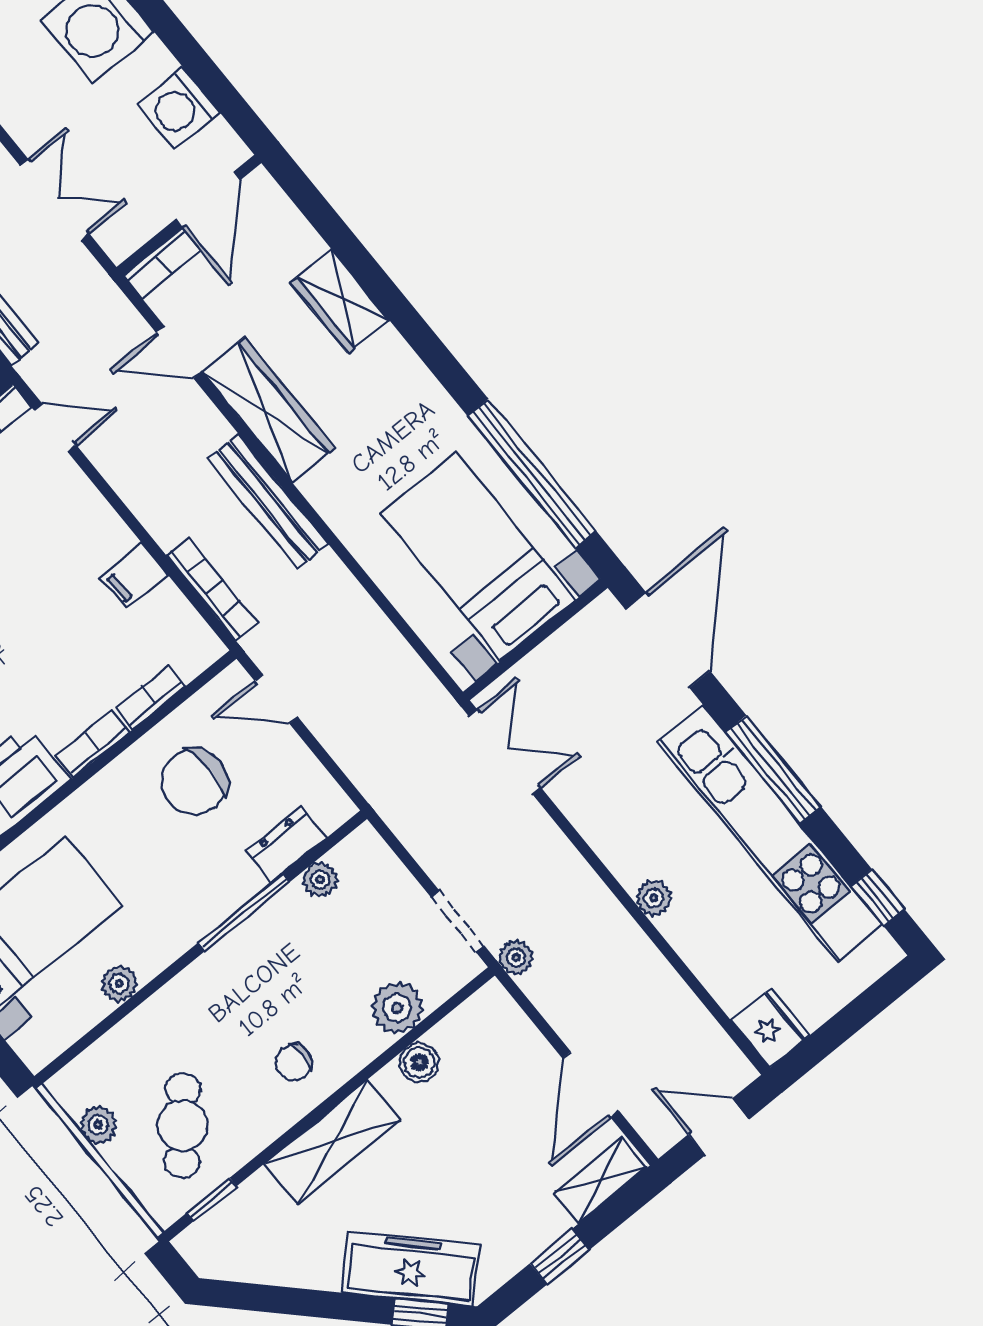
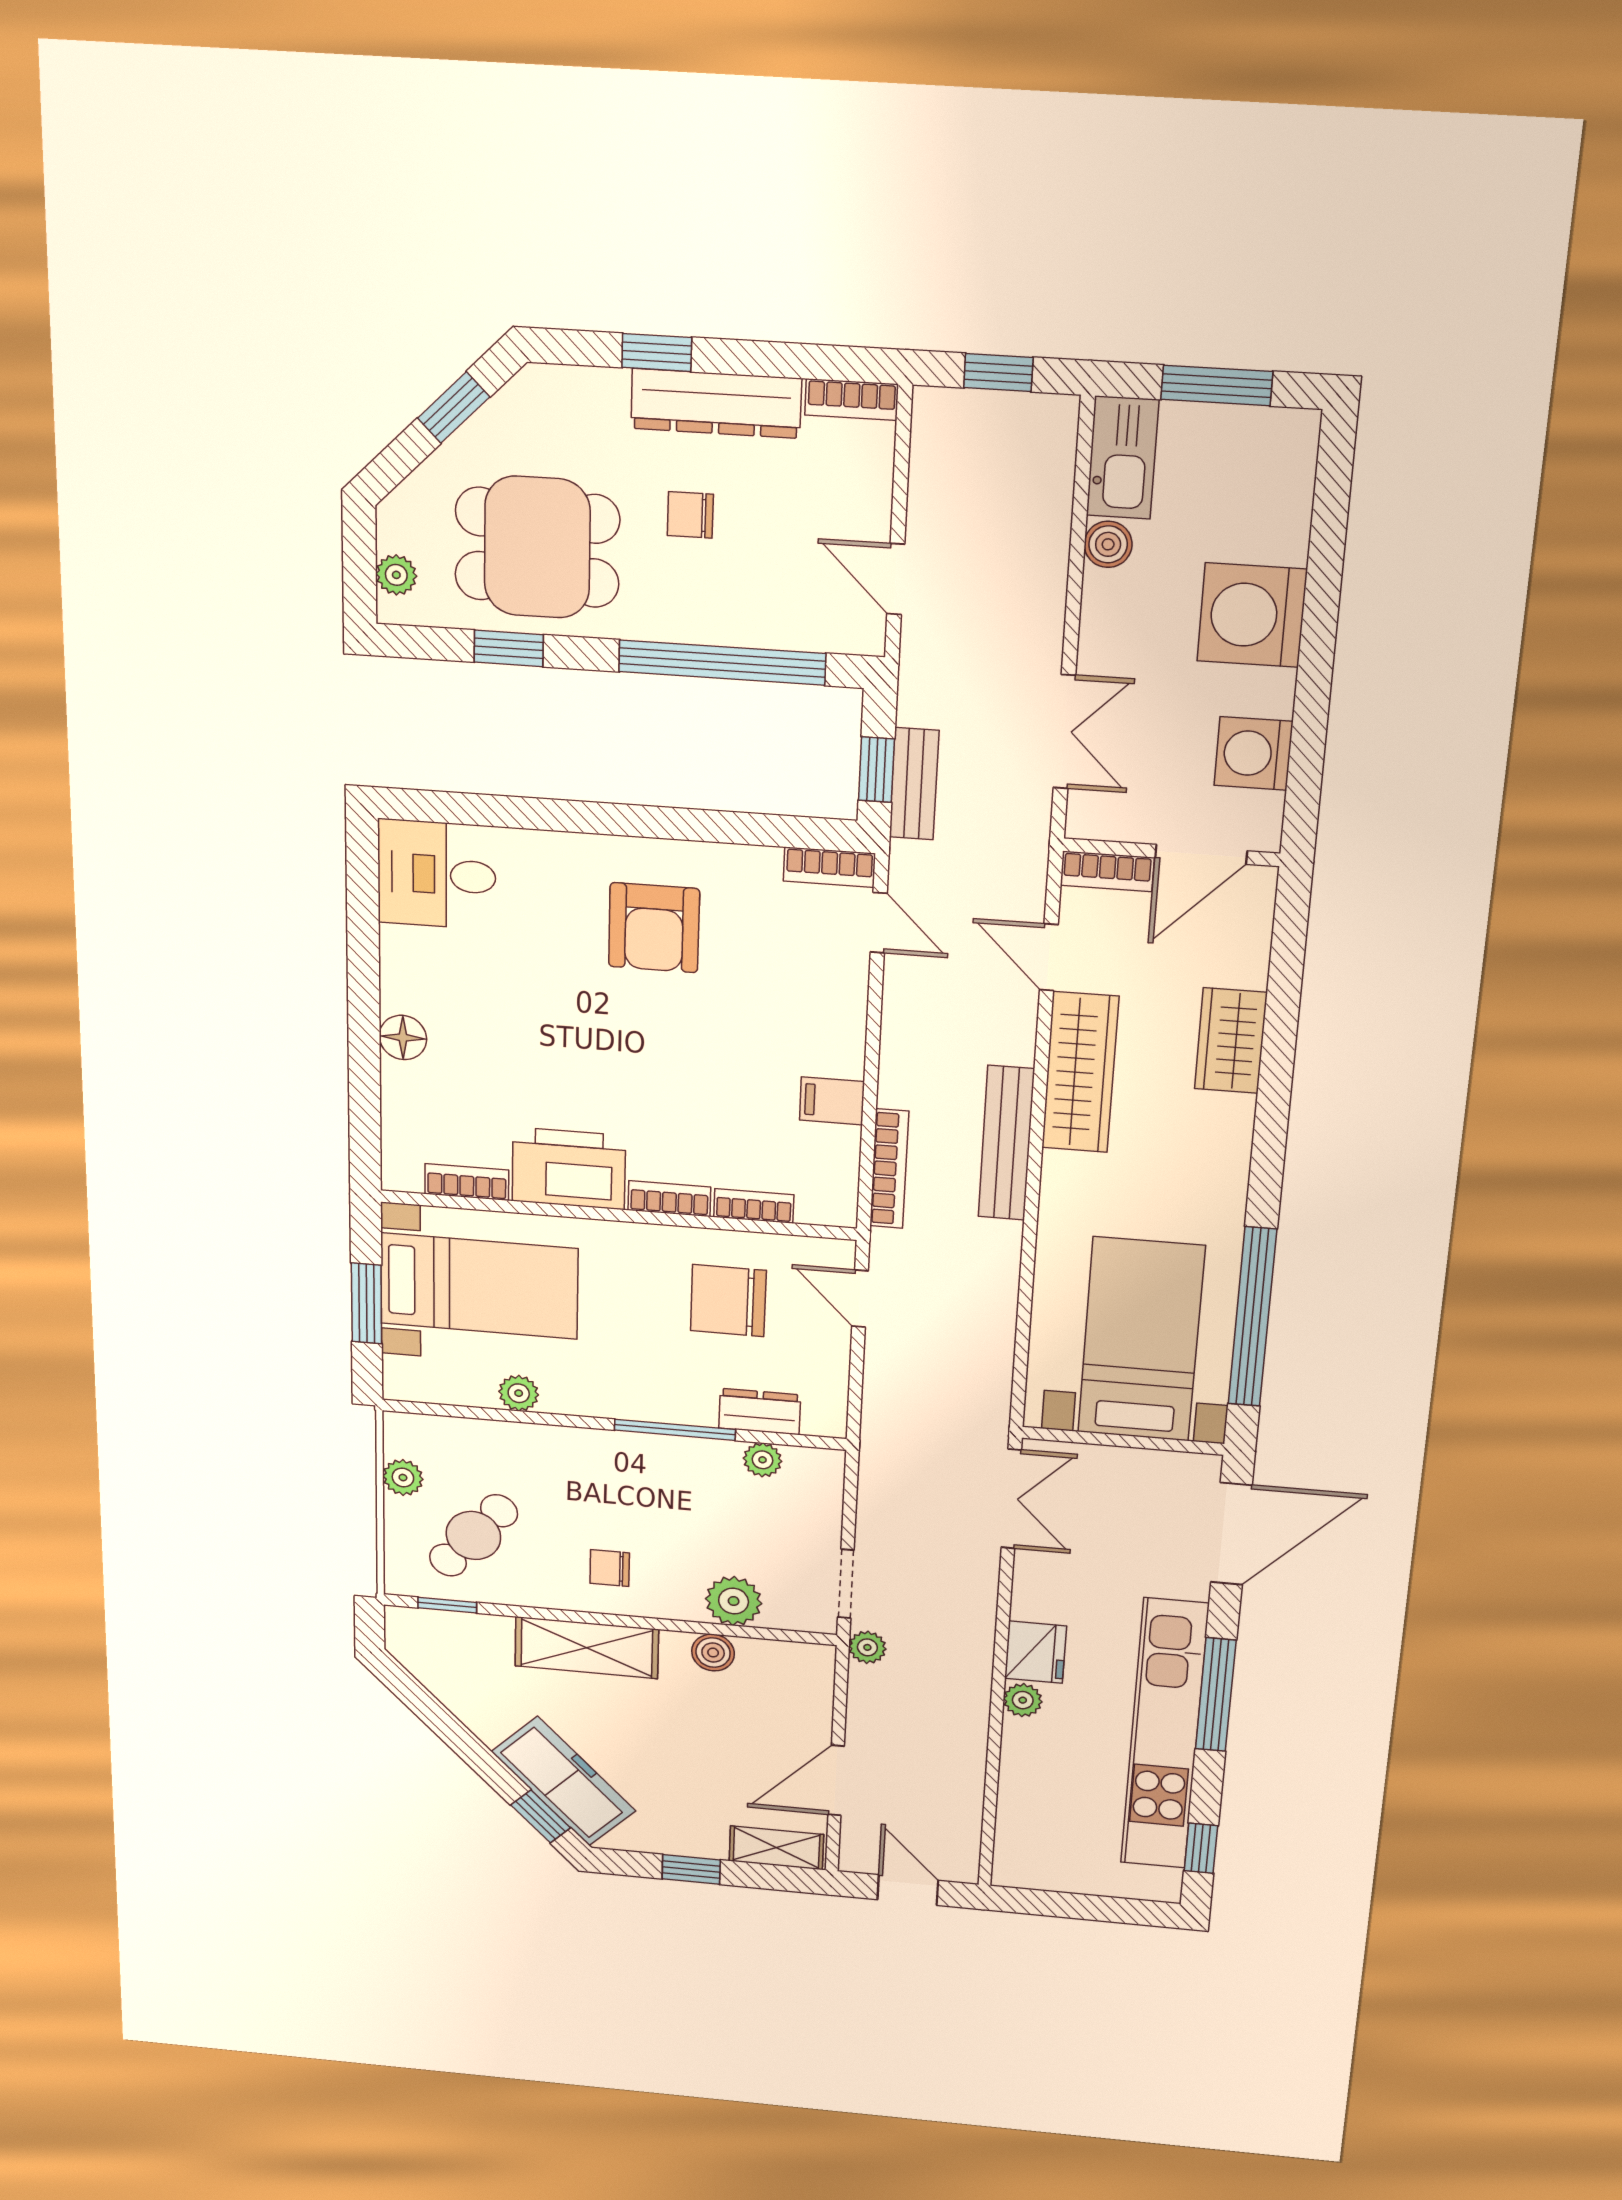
fridge: (771, 1028) -> (1035, 1652), moved

